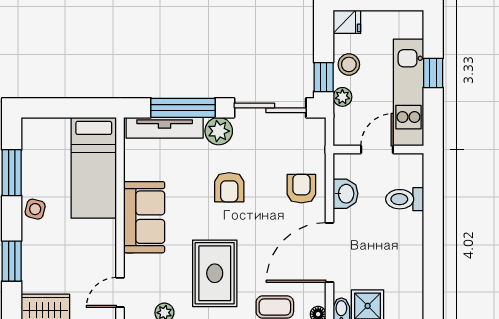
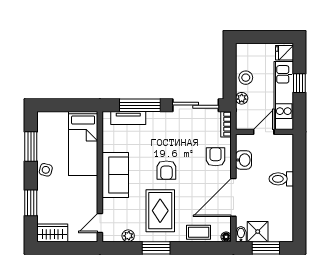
fridge: (347, 22) -> (285, 53), moved, turned 180
window: (324, 77) -> (230, 86), removed
tv unit: (165, 128) -> (128, 118), width x0.71
plant: (219, 131) -> (163, 120), removed
bookcase: (318, 138) -> (226, 124), added
armchair: (229, 187) -> (166, 170), moved
toilet: (405, 199) -> (281, 179), moved

